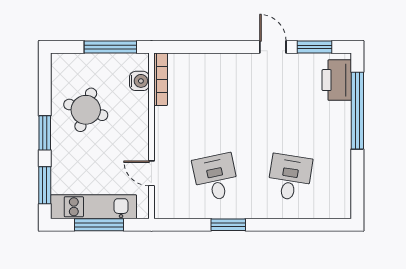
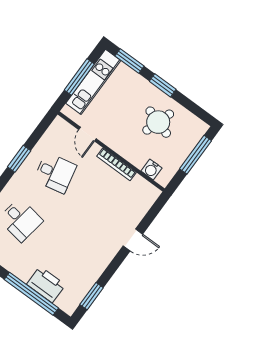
window: (110, 47) -> (195, 155), moved
door: (273, 47) -> (133, 240), moved
bookcase: (161, 79) -> (116, 164), moved
printer: (337, 80) -> (46, 284), moved
door: (151, 173) -> (87, 134), swing flipped

